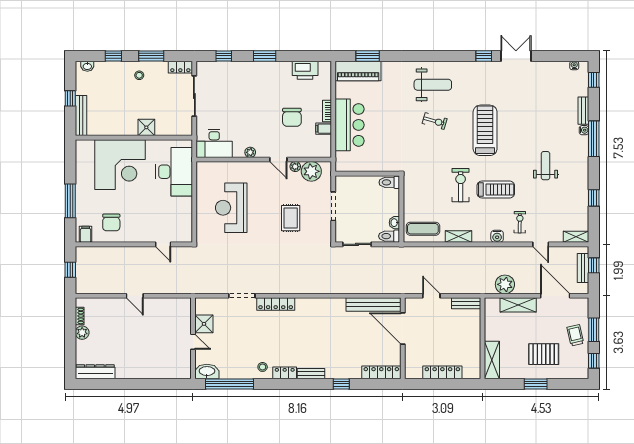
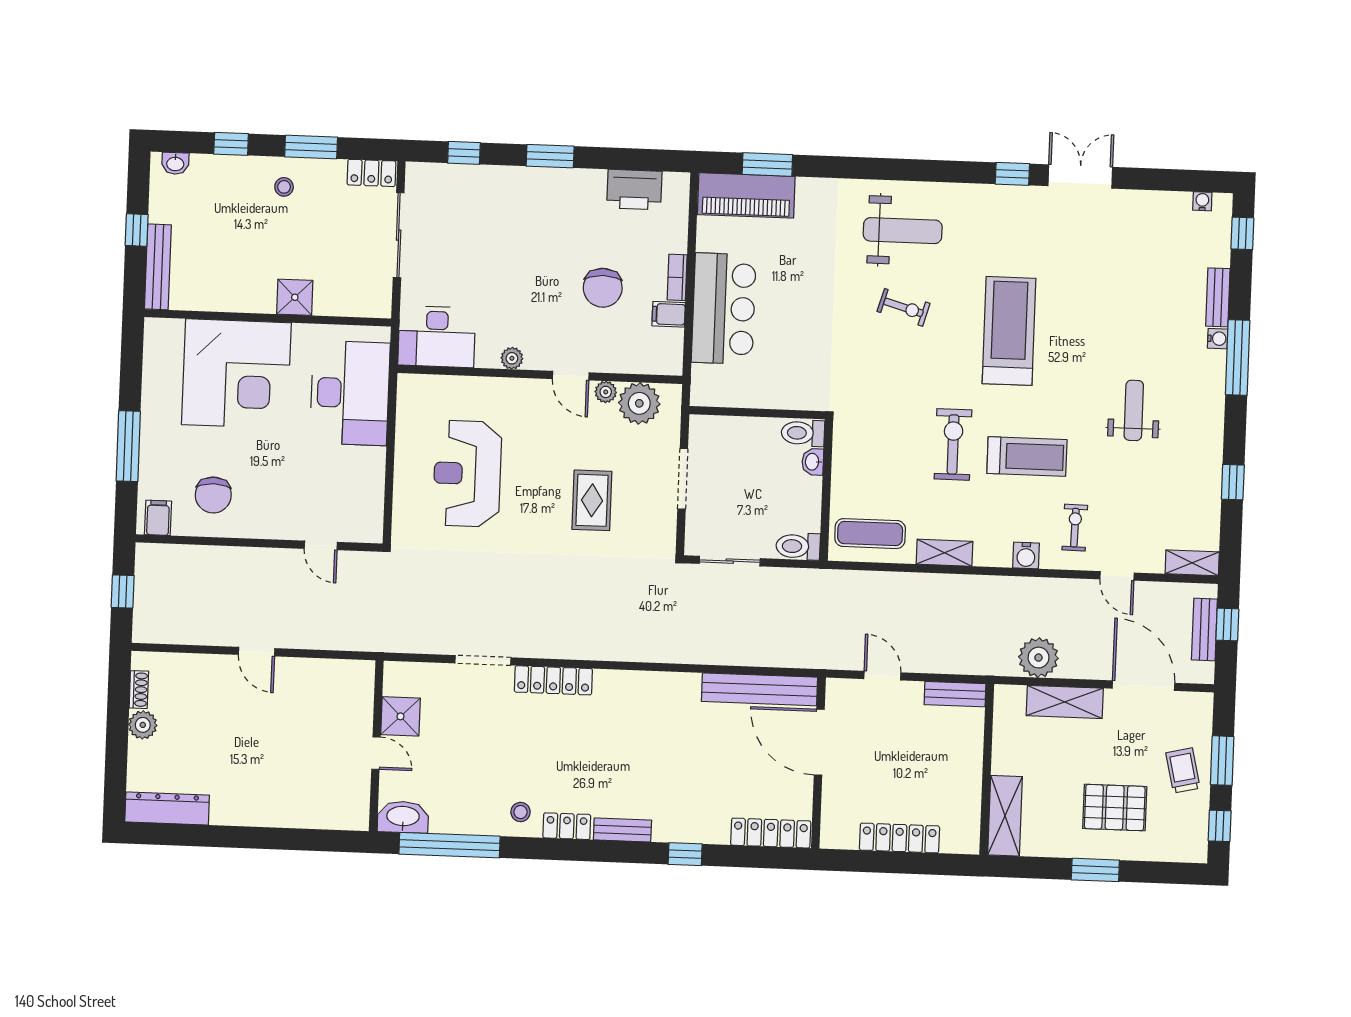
washbasin: (394, 223) -> (813, 462), moved

